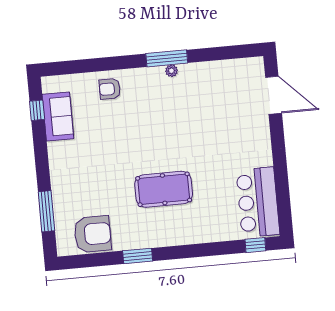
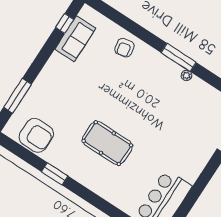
plant: (171, 71) -> (186, 76), moved
armchair: (110, 89) -> (124, 48), turned -101

